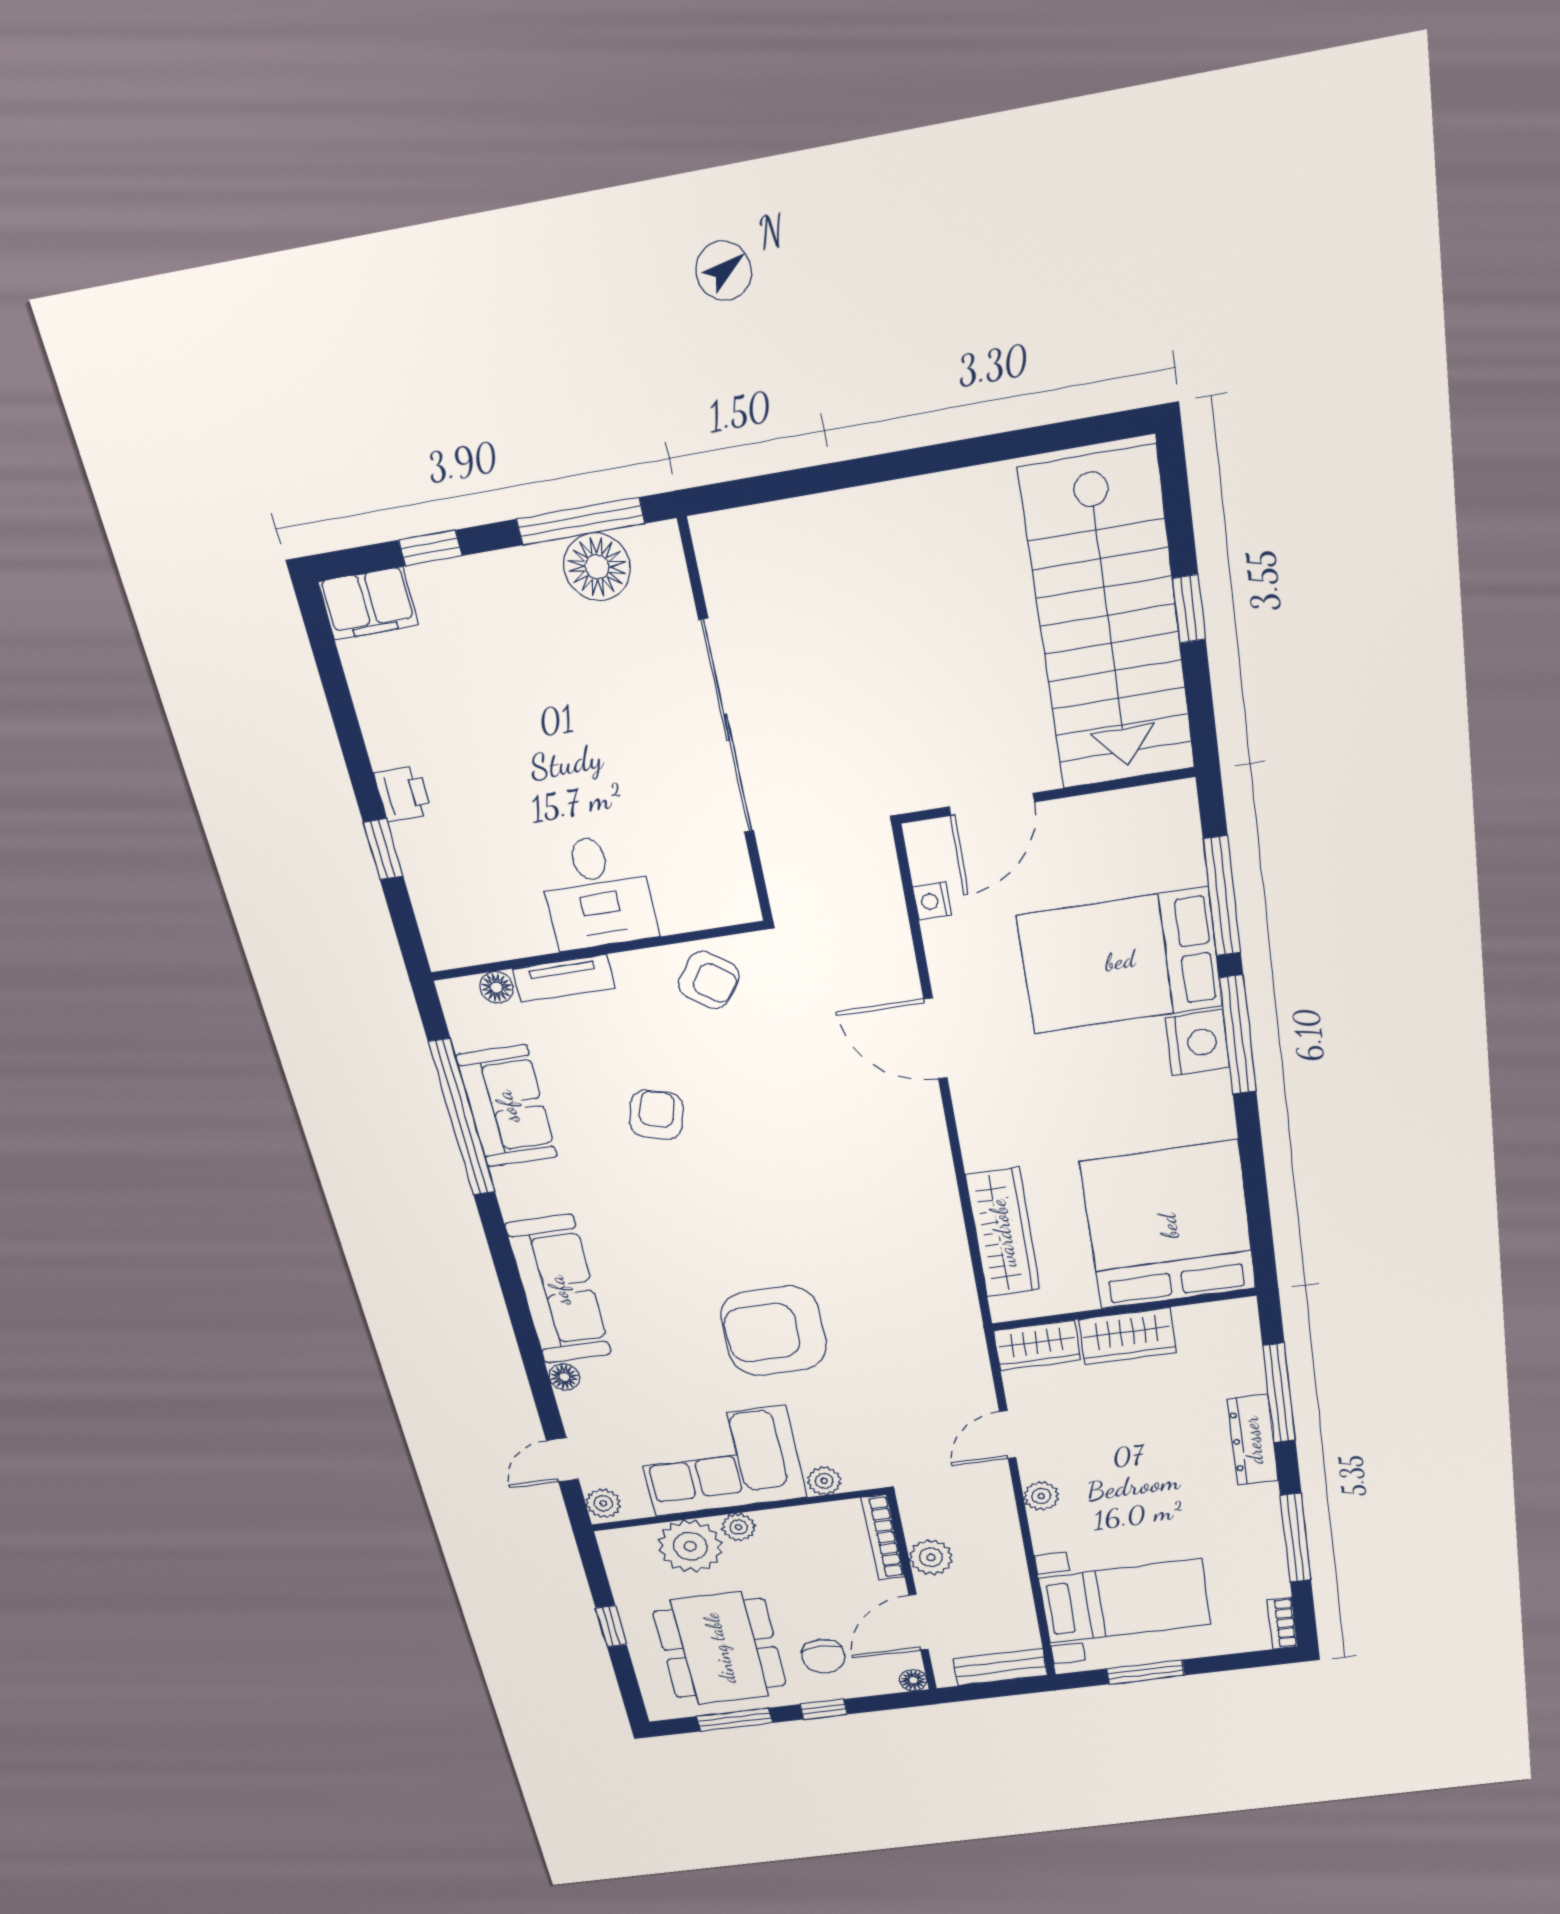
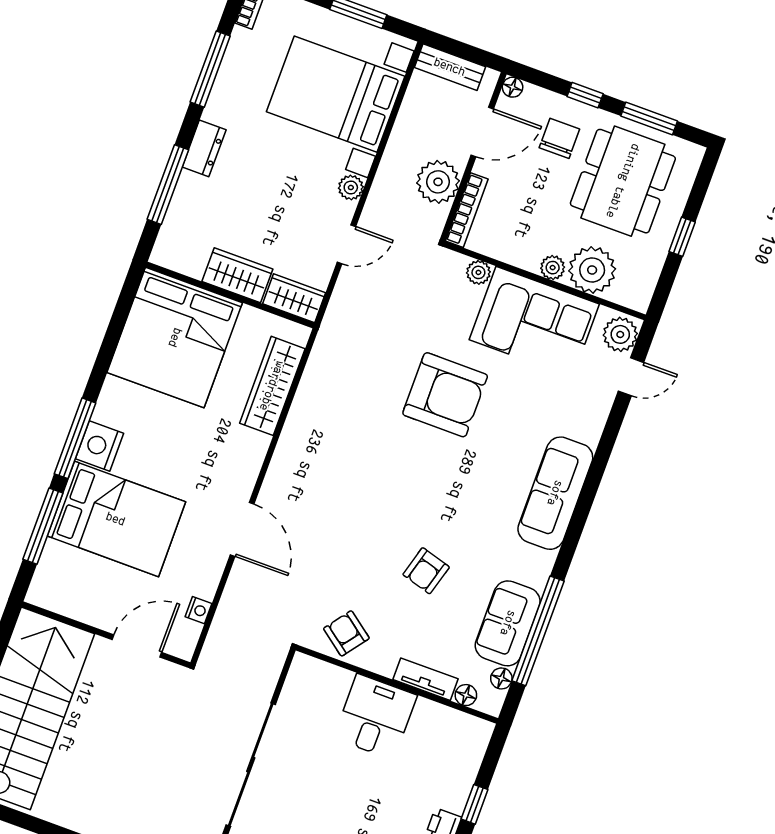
floor lamp: (564, 1377) -> (501, 678), moved
dresser: (1253, 1440) -> (204, 148), width x0.70
plant: (603, 1503) -> (620, 334), width x1.38, depth x1.38
plant: (931, 1557) -> (438, 182), width x1.36, depth x1.36
bed with nightstands: (1125, 1601) -> (336, 94), width x1.36

